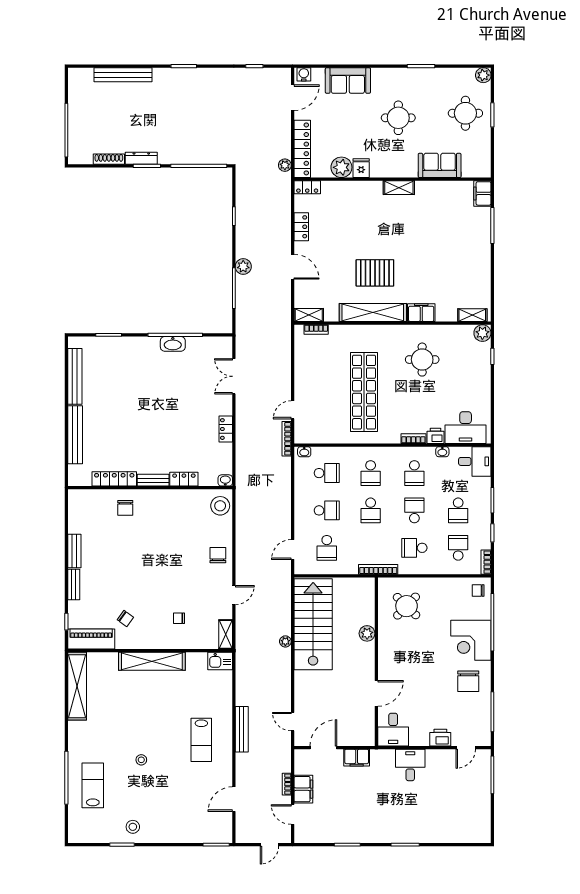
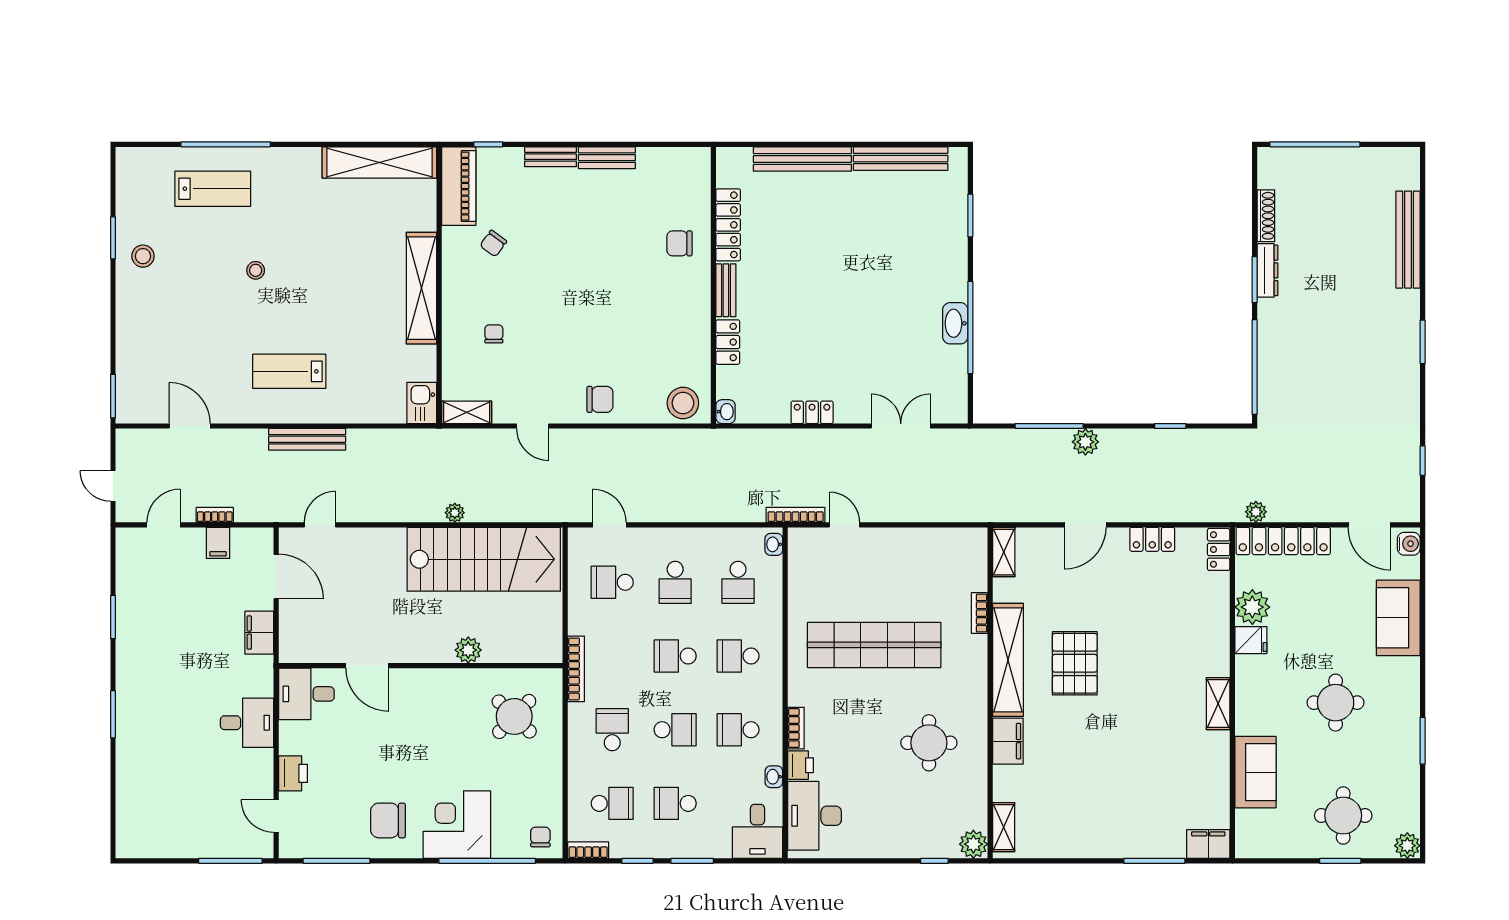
bookcase: (316, 329) -> (980, 613), moved
filing cabinet: (303, 789) -> (218, 543), width x0.50

